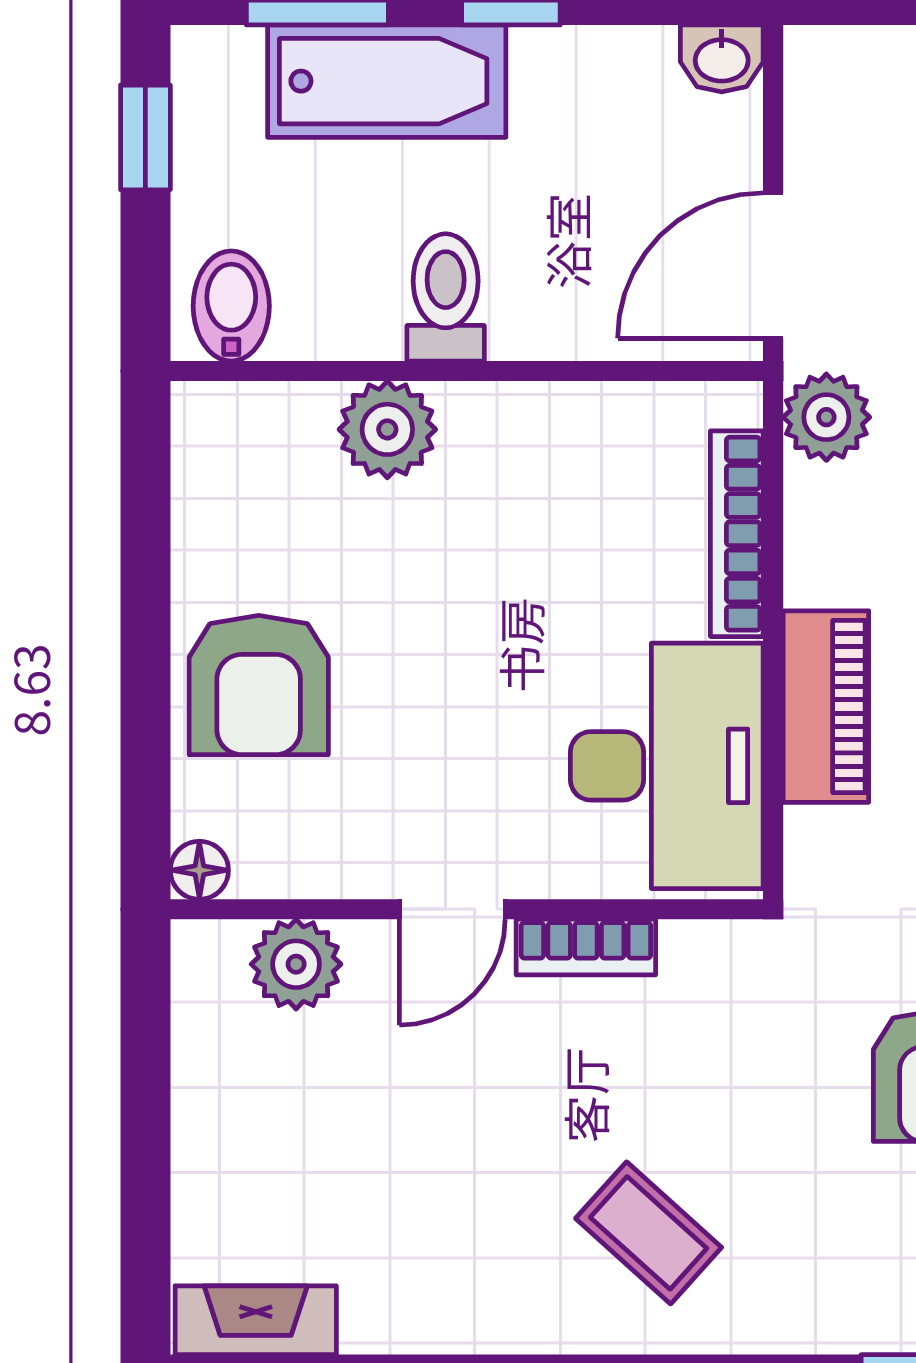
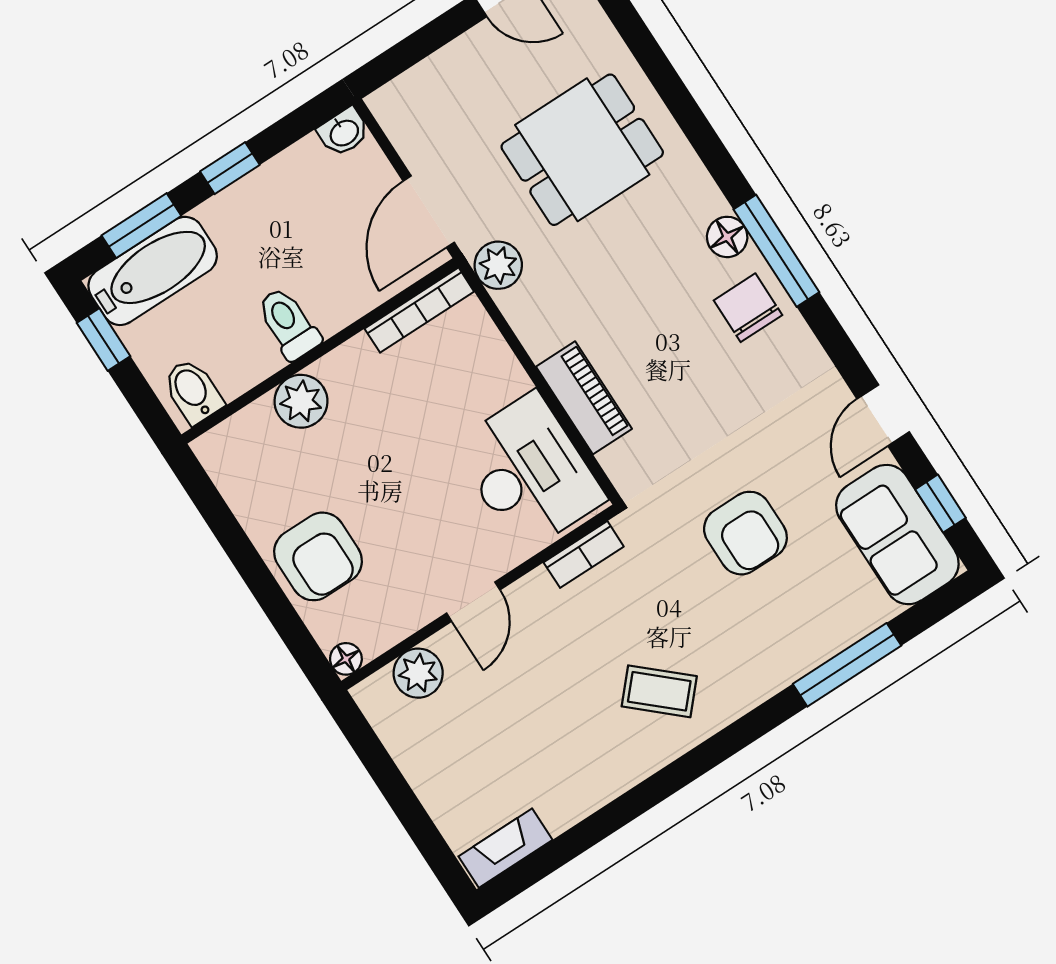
bathtub: (387, 81) -> (153, 271), moved
bookcase: (737, 534) -> (419, 310), moved, turned -90
bookcase: (586, 947) -> (584, 554), moved

